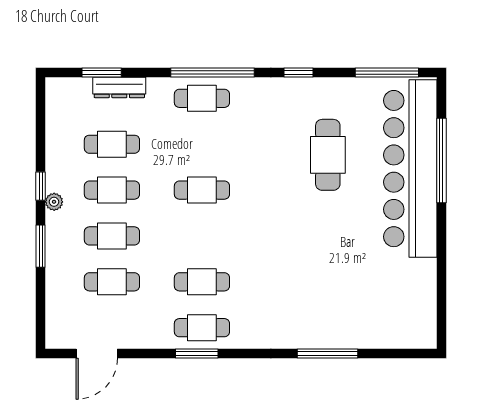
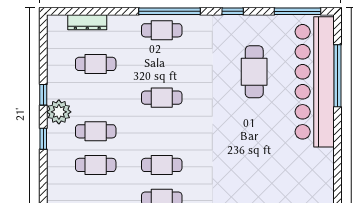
window: (102, 72) -> (88, 11), removed
dresser: (119, 87) -> (87, 22), moved
cafe table: (112, 190) -> (96, 98), removed
plant: (54, 202) -> (59, 112), width x1.87, depth x1.87
window: (41, 246) -> (43, 139), width x0.67

